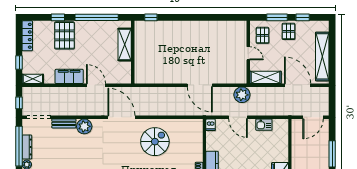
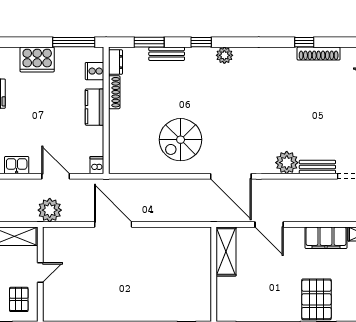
shelving: (125, 44) -> (226, 252), moved
door: (248, 53) -> (40, 273), swing flipped
filing cabinet: (69, 76) -> (326, 238), moved

